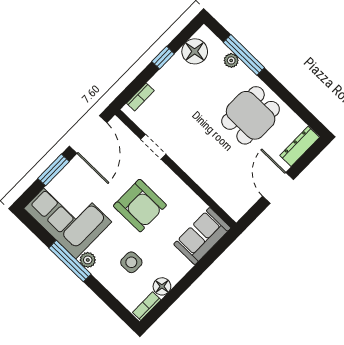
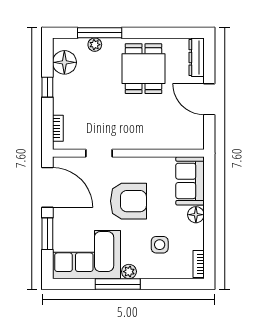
floor lamp: (162, 286) -> (196, 215), moved

